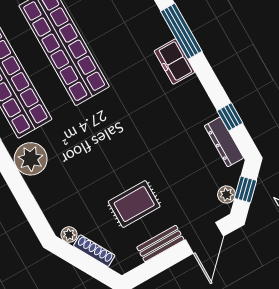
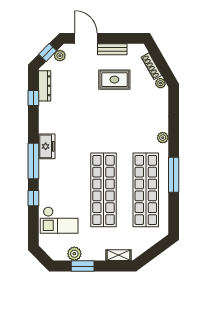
plant: (31, 159) -> (163, 138), width x0.53, depth x0.53
door: (204, 238) -> (86, 38), hinge flipped

